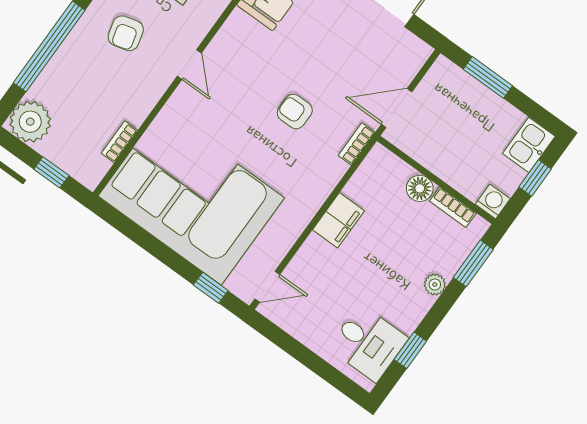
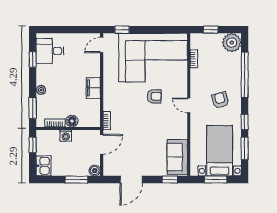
boiler: (443, 70) -> (95, 170), added
armchair: (295, 112) -> (154, 96), moved
window: (535, 178) -> (33, 145), moved
washing machine: (493, 201) -> (66, 136), moved

